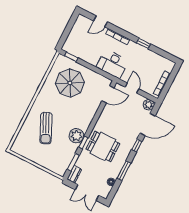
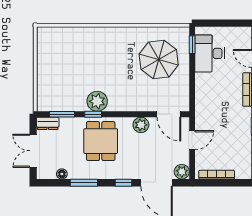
desk: (112, 64) -> (210, 53), moved
plant: (106, 116) -> (141, 125), added
sun lounger: (46, 128) -> (87, 59), removed

